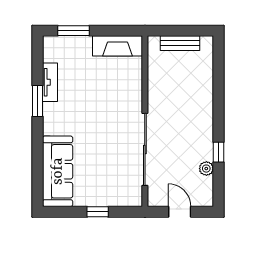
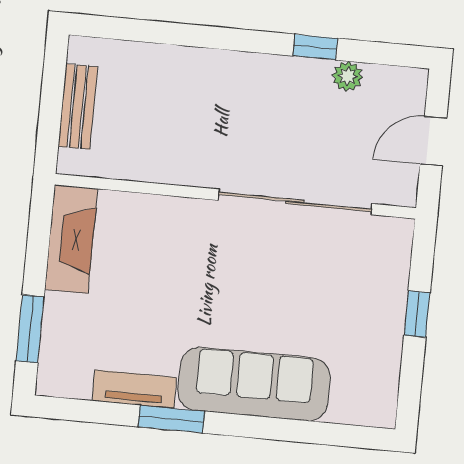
sofa: (58, 171) -> (254, 384), moved

